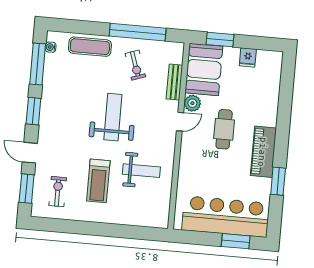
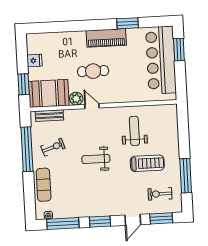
bench: (174, 82) -> (49, 116), moved
weight bench: (113, 117) -> (96, 159), width x0.73, depth x0.75
window: (76, 227) -> (186, 176), added

